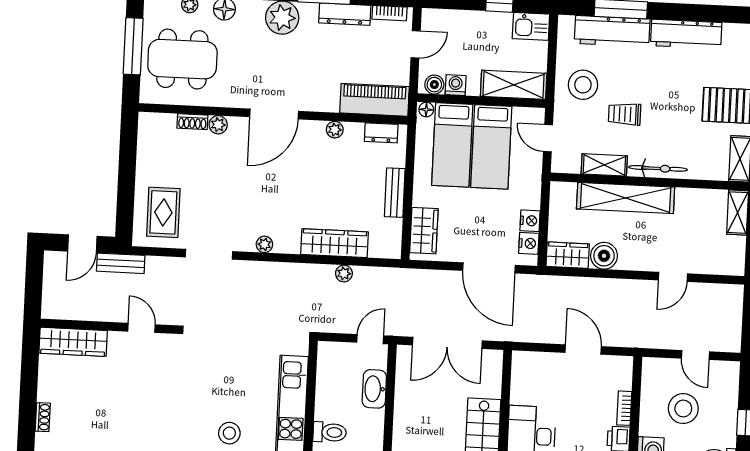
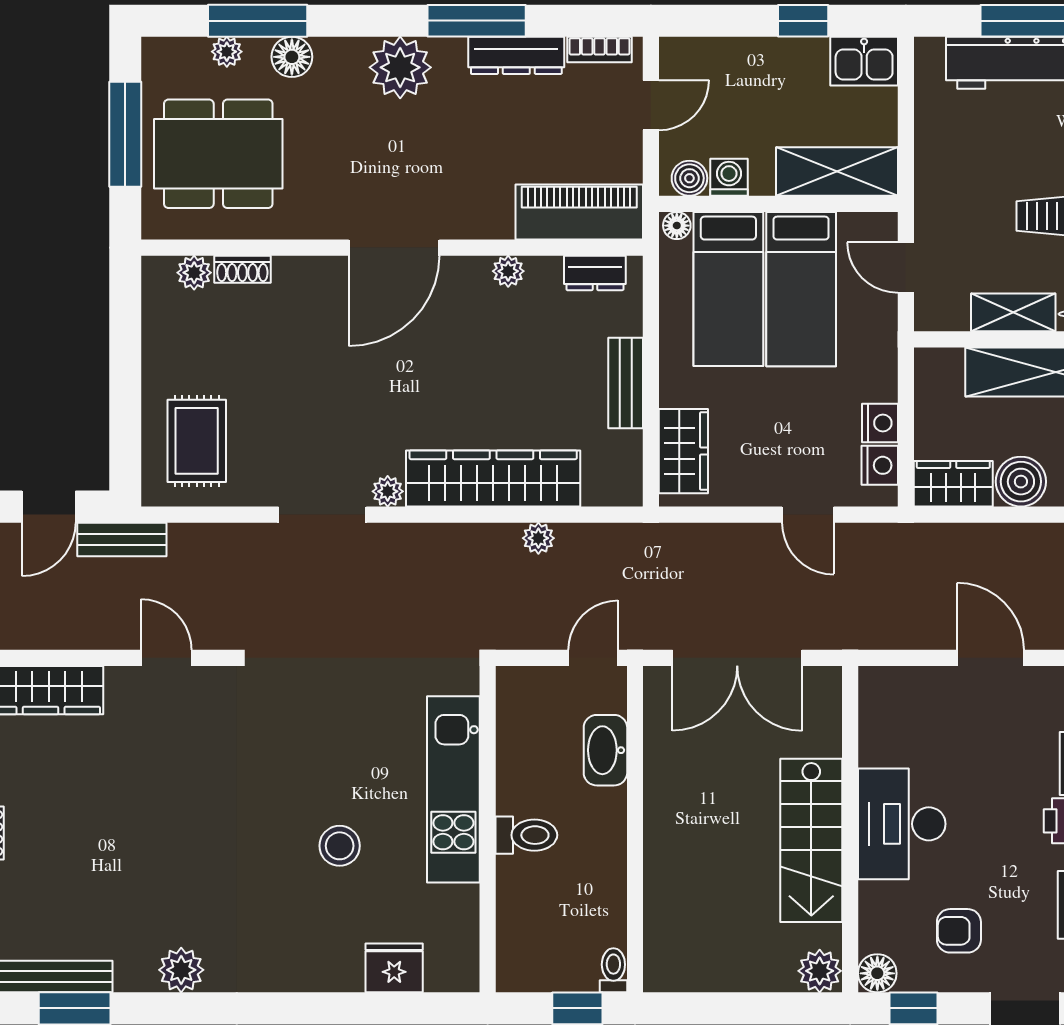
stool: (583, 85) -> (966, 165), removed
plant: (218, 125) -> (194, 273), moved
wardrobe: (334, 243) -> (493, 478), width x1.40, depth x1.17
doorway: (209, 254) -> (322, 515), moved
door: (489, 268) -> (808, 515), width x0.53

